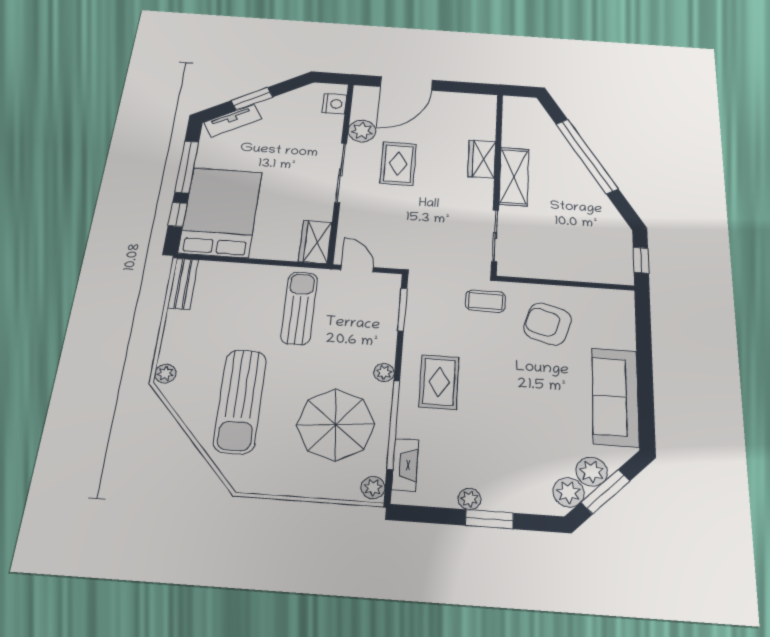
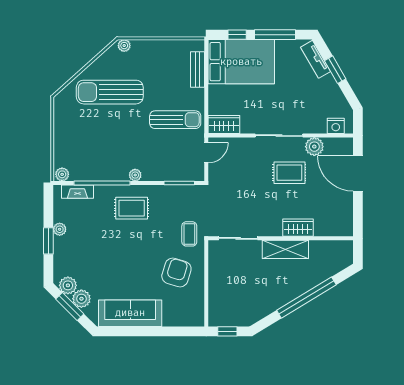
bench: (183, 284) -> (198, 69), moved, turned 90
parasol: (336, 425) -> (99, 149), removed

